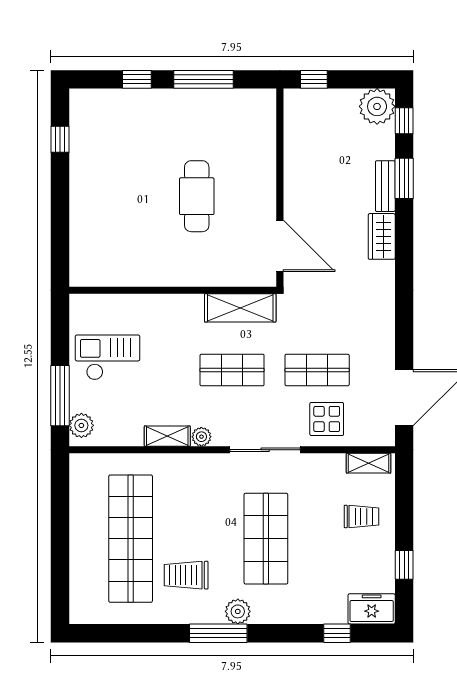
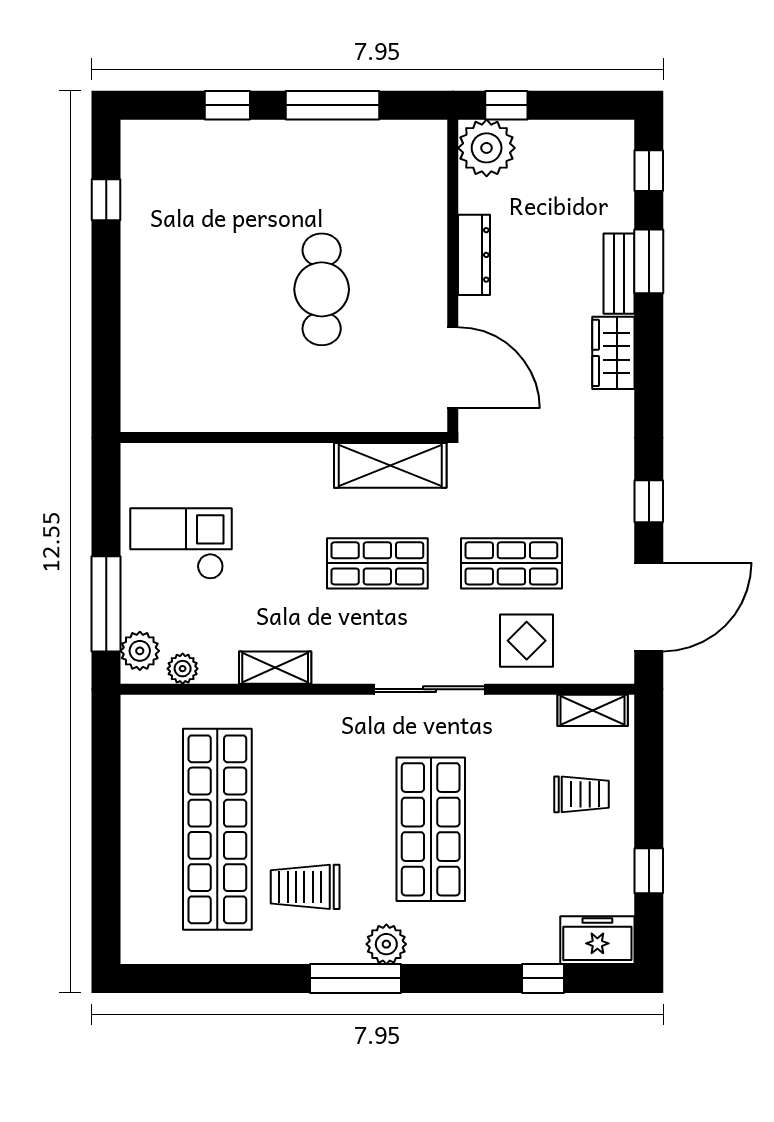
plant: (377, 106) -> (487, 148), moved
dresser: (293, 174) -> (474, 255), added
window: (404, 331) -> (649, 501), added
plant: (201, 437) -> (183, 669), moved

